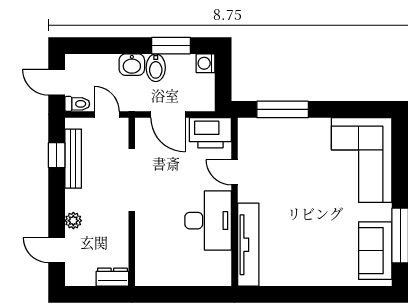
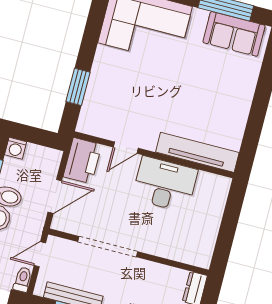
window: (283, 109) -> (78, 87), width x0.69

